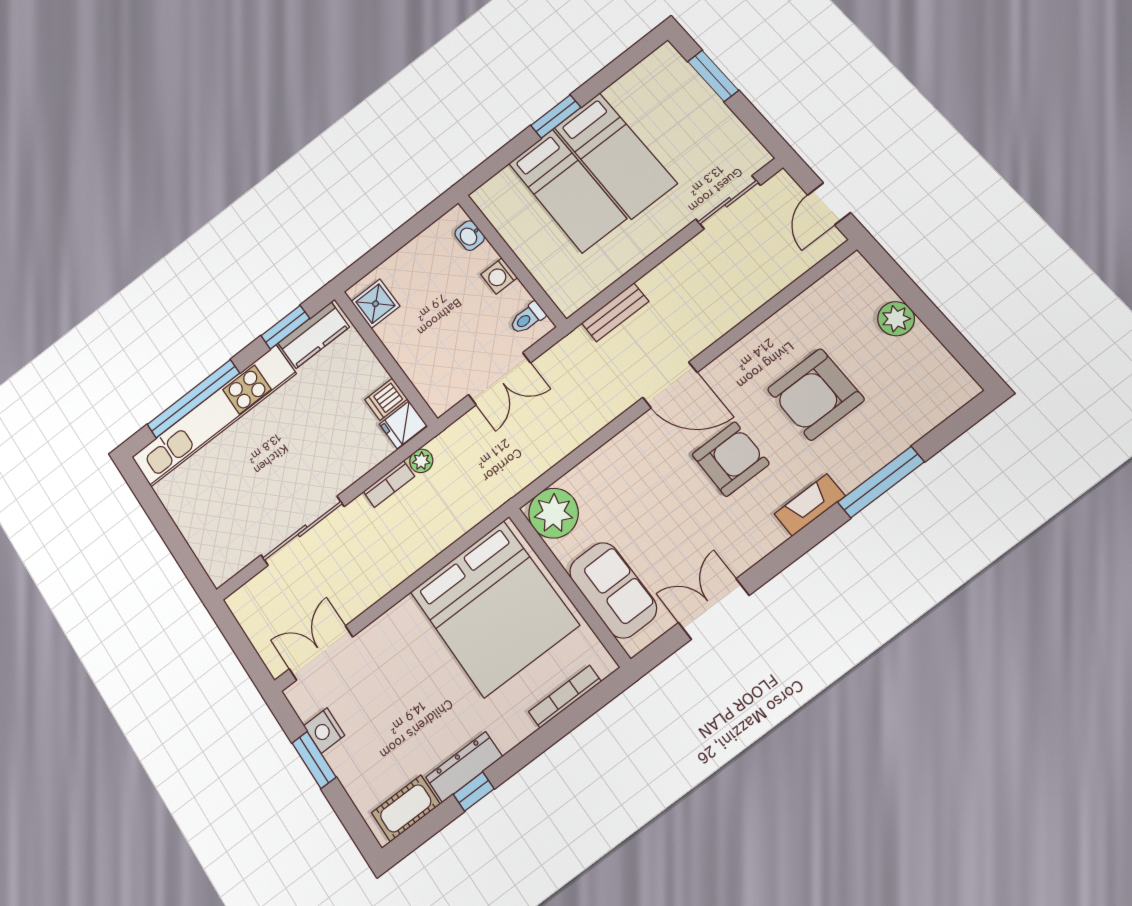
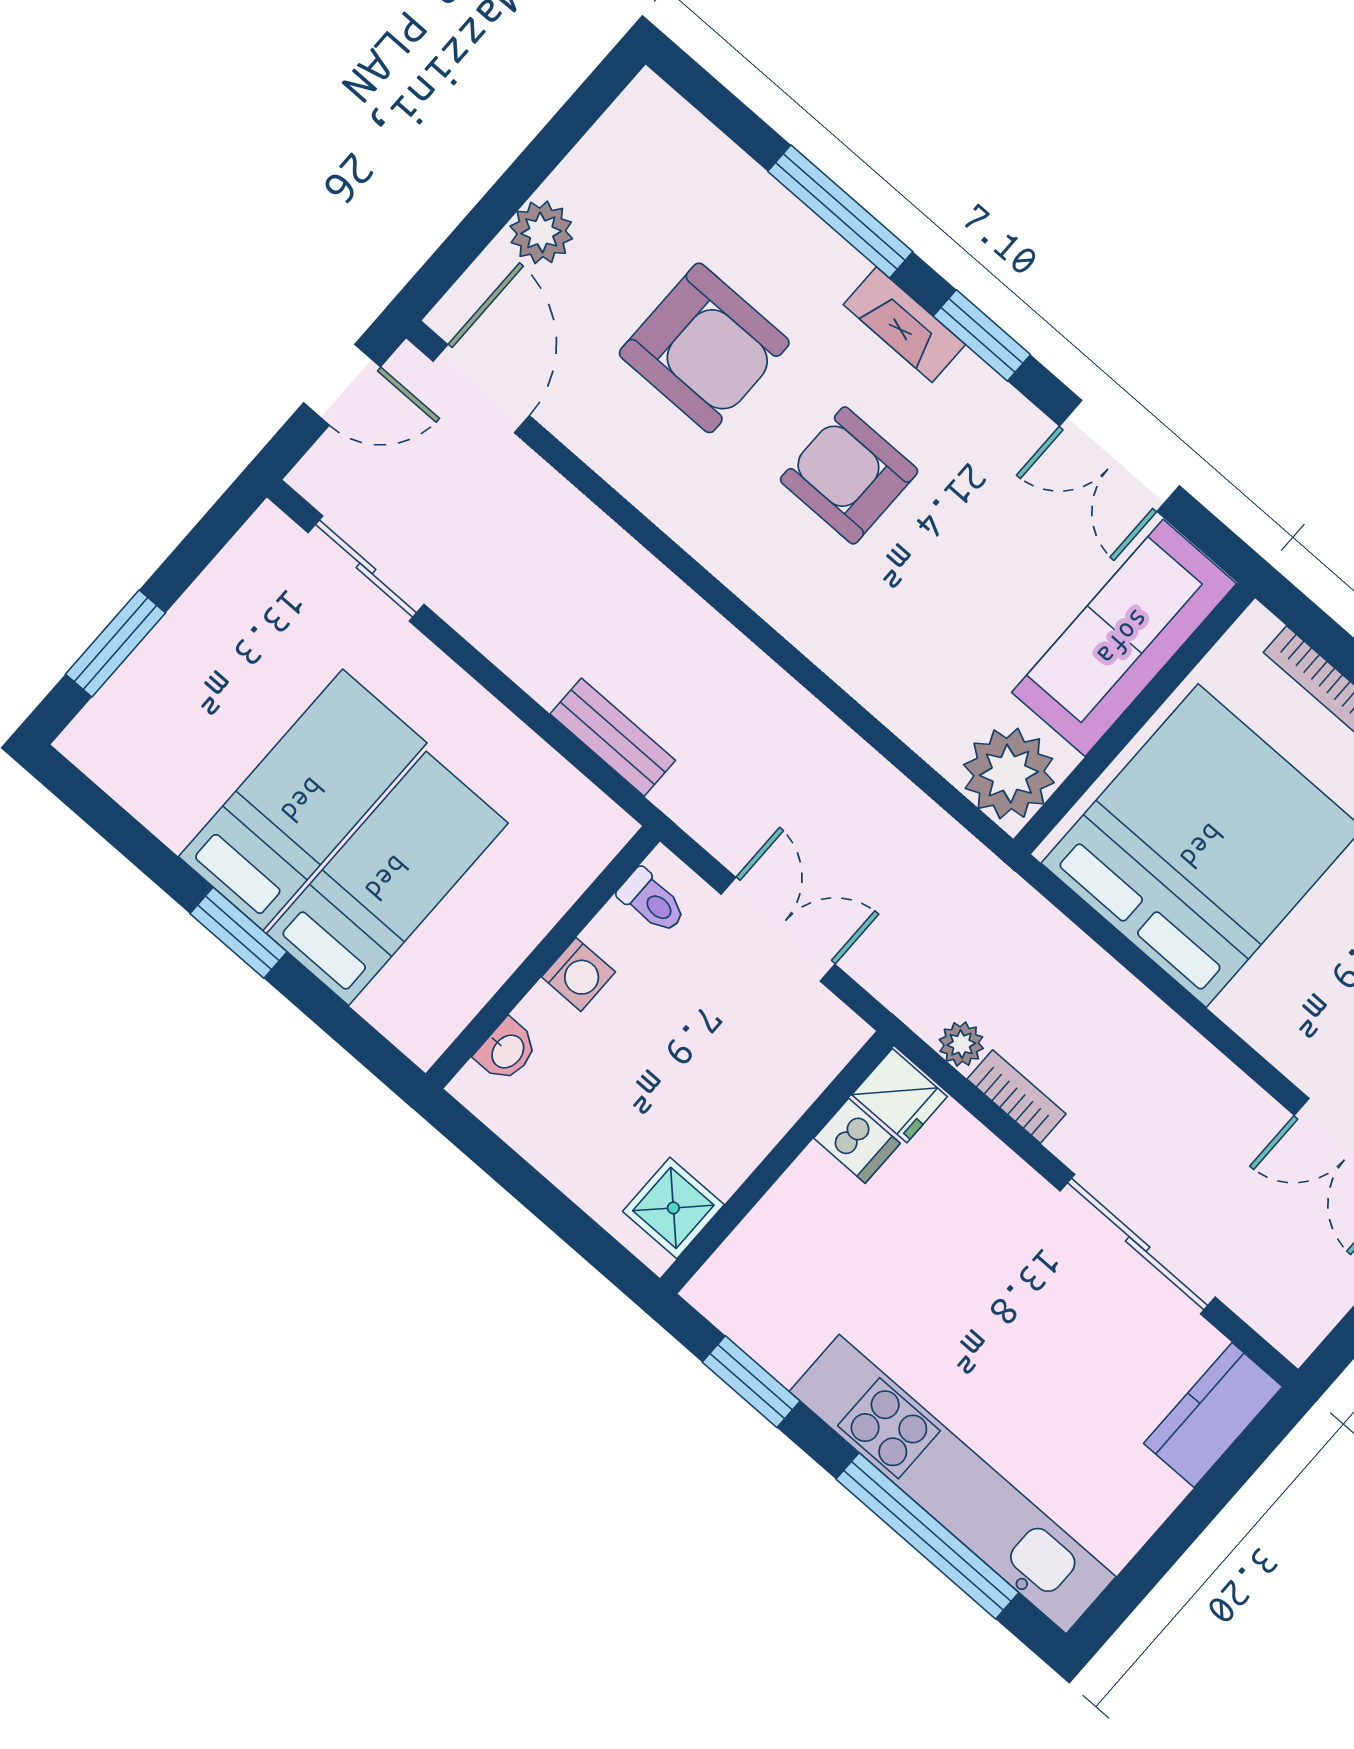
kitchen counter: (314, 335) -> (1213, 1415), moved, turned -90
door: (670, 385) -> (481, 389), moved
window: (796, 547) -> (982, 335), added
sofa: (613, 590) -> (1124, 638), width x1.36

